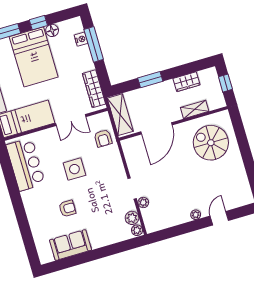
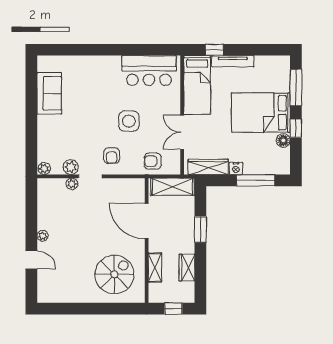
nightstand: (81, 39) -> (236, 168), moved
armchair: (67, 208) -> (112, 156), moved
plant: (132, 218) -> (71, 167), moved

